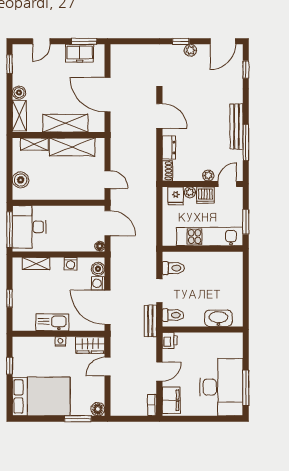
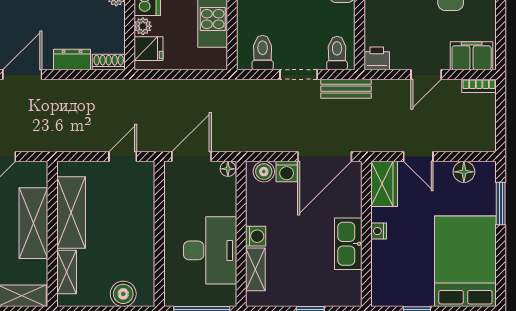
desk: (29, 227) -> (210, 250), moved, turned -90
washing machine: (71, 264) -> (256, 236), moved
door: (159, 372) -> (426, 75), swing flipped
floor lamp: (98, 409) -> (464, 172), moved

